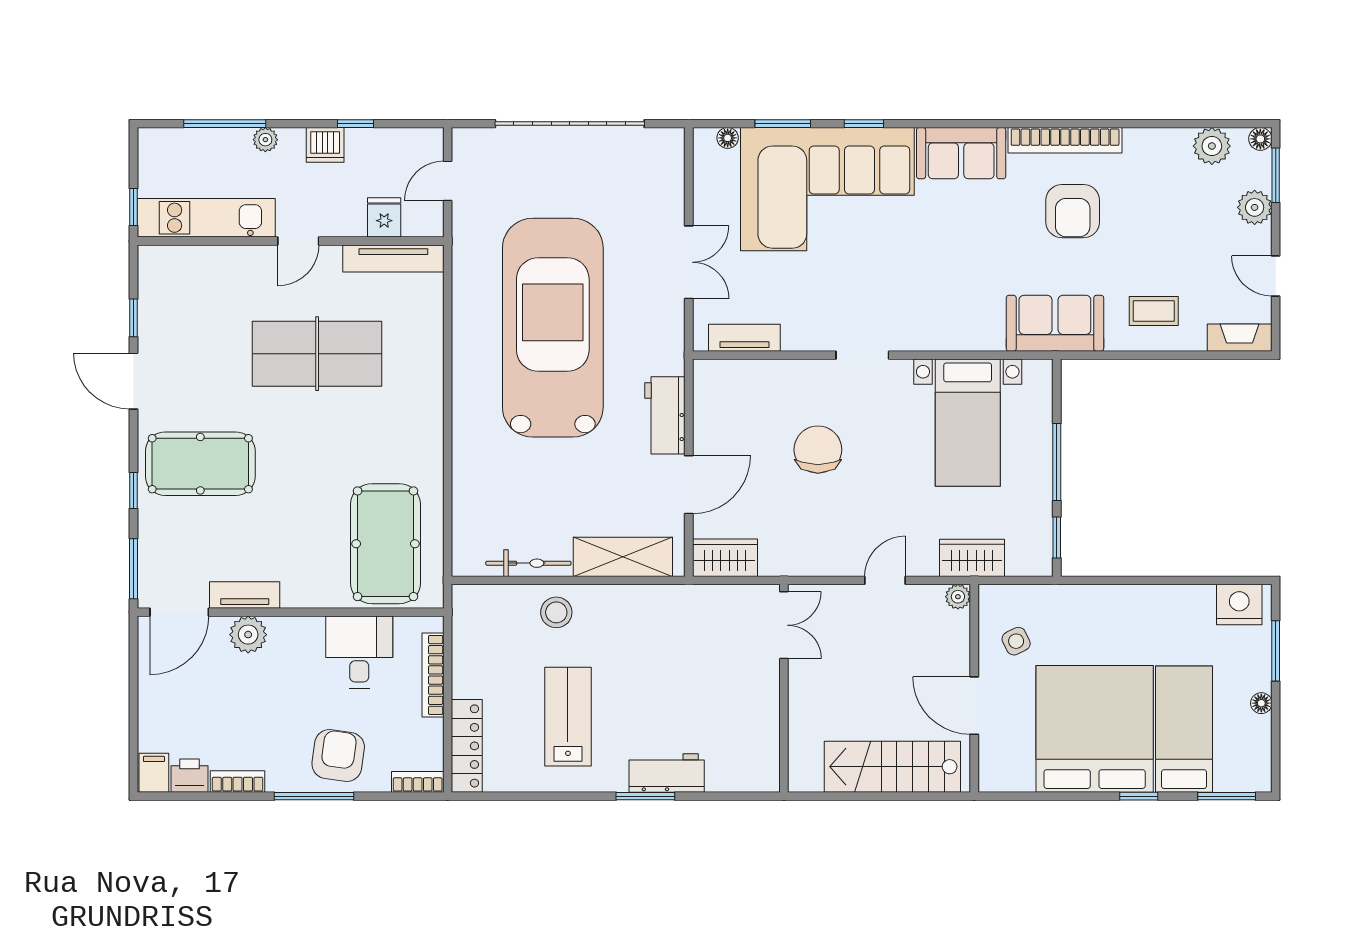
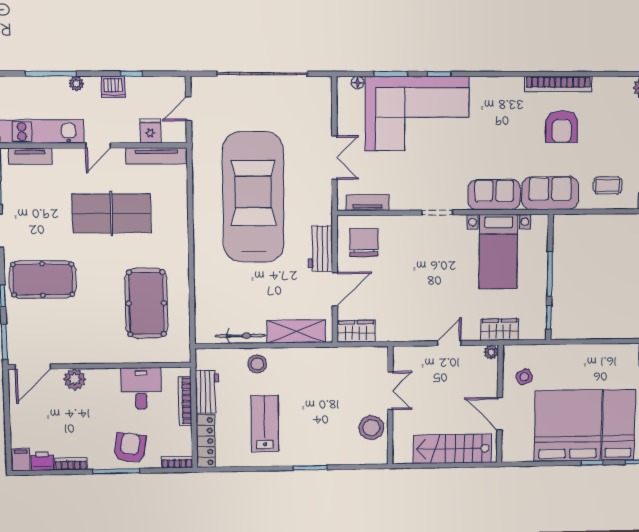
sofa: (961, 153) -> (494, 195), moved, turned 180
chair: (818, 450) -> (364, 242), moved
pool table: (386, 544) -> (146, 303), moved
tv unit: (245, 595) -> (30, 156), moved, turned 180
double door: (784, 625) -> (390, 391), moved
stool: (751, 727) -> (371, 428), added
workbench: (667, 773) -> (207, 392), moved, turned 90

